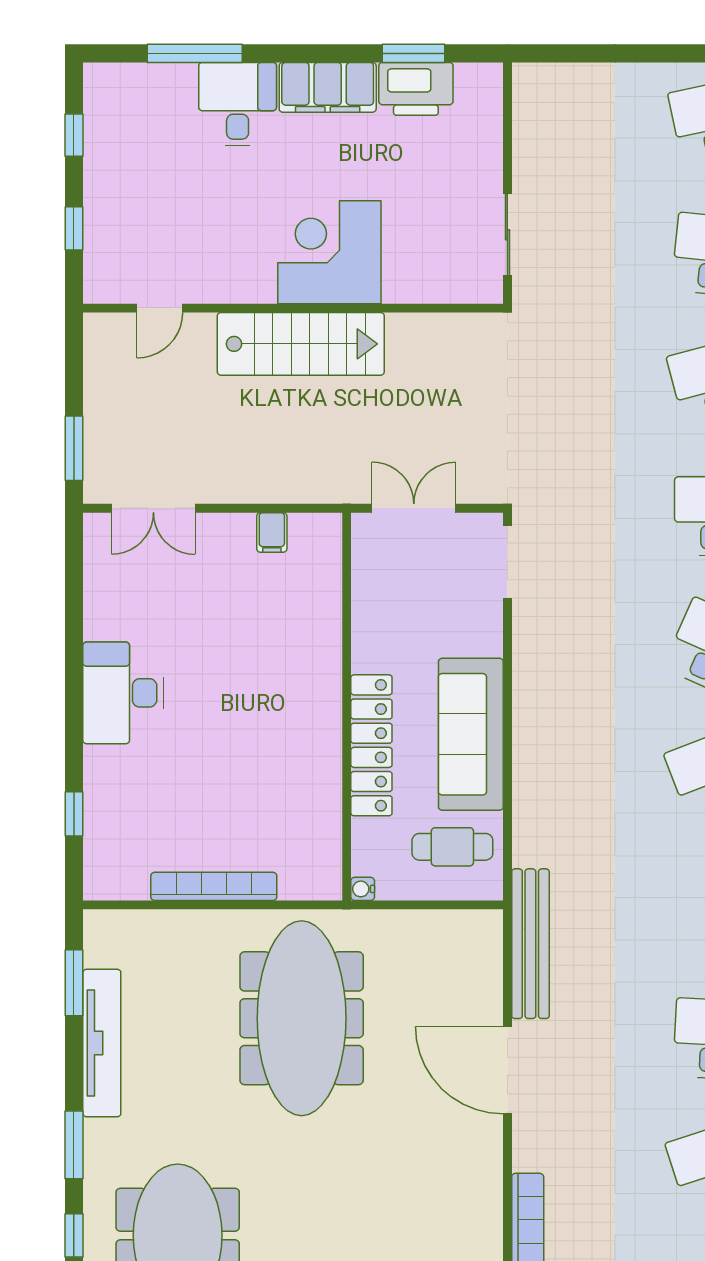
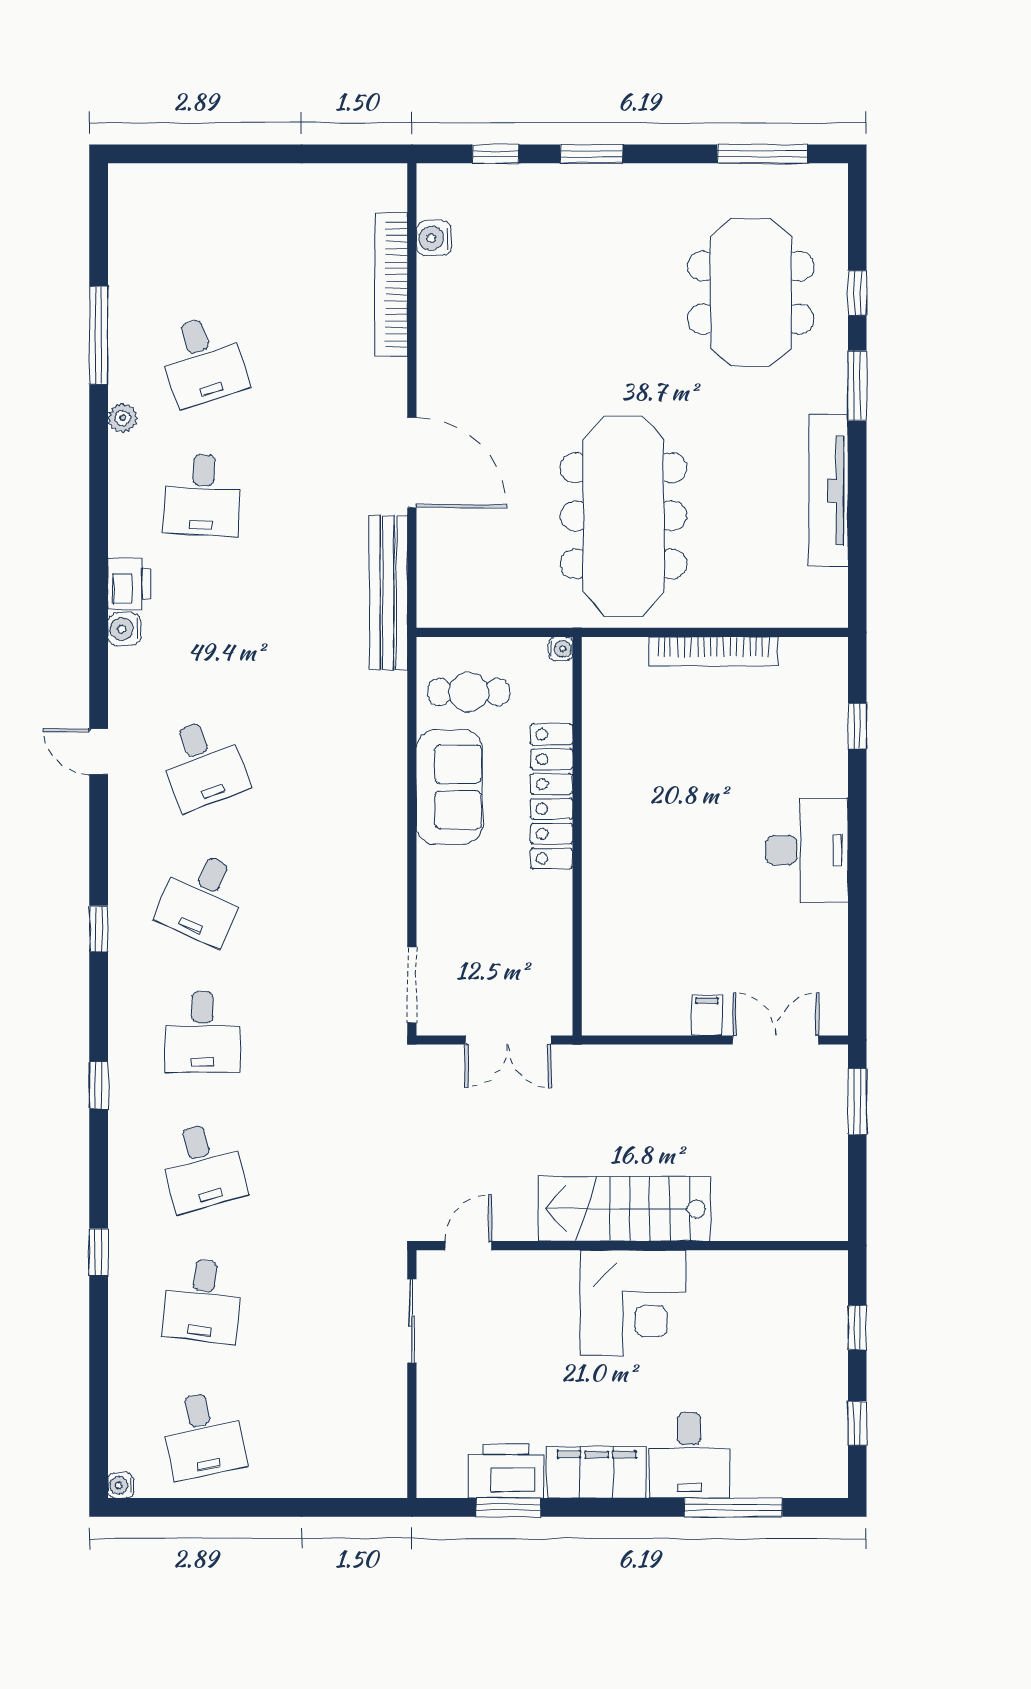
corner desk: (329, 252) -> (633, 1303), moved
door: (160, 308) -> (468, 1246), moved
filing cabinet: (272, 532) -> (707, 1015), moved
sofa: (471, 734) -> (450, 787), width x0.73
window: (74, 983) -> (857, 553), removed

